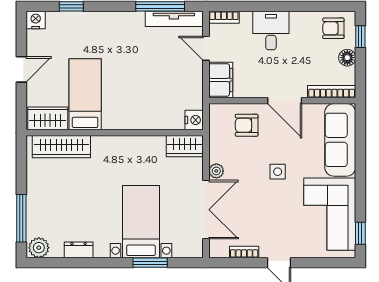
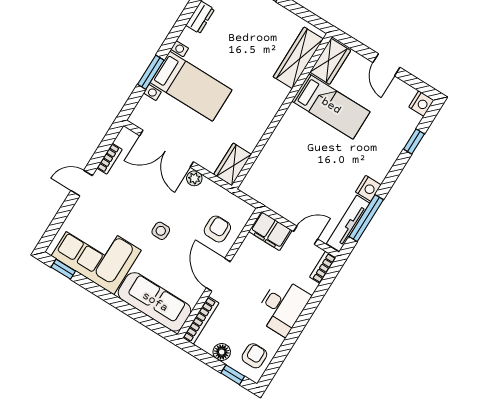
desk: (271, 31) -> (282, 307), width x1.37
door: (285, 101) -> (218, 275), hinge flipped
nightstand: (194, 120) -> (368, 188), moved, turned -90

